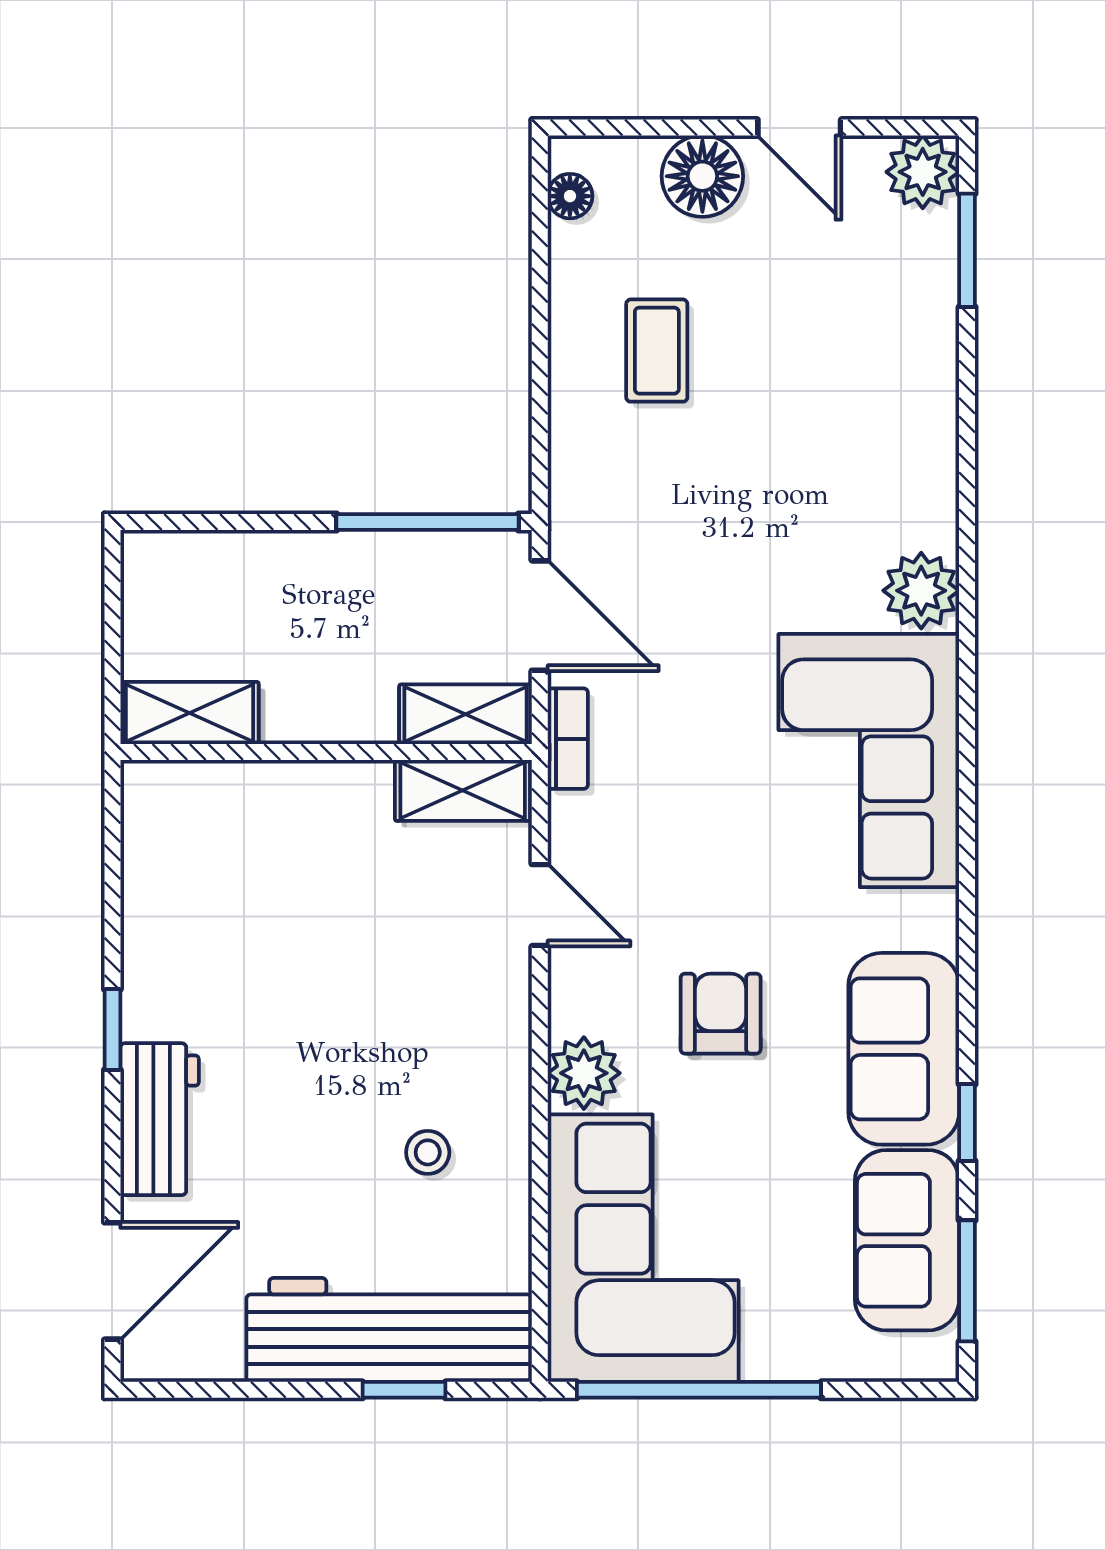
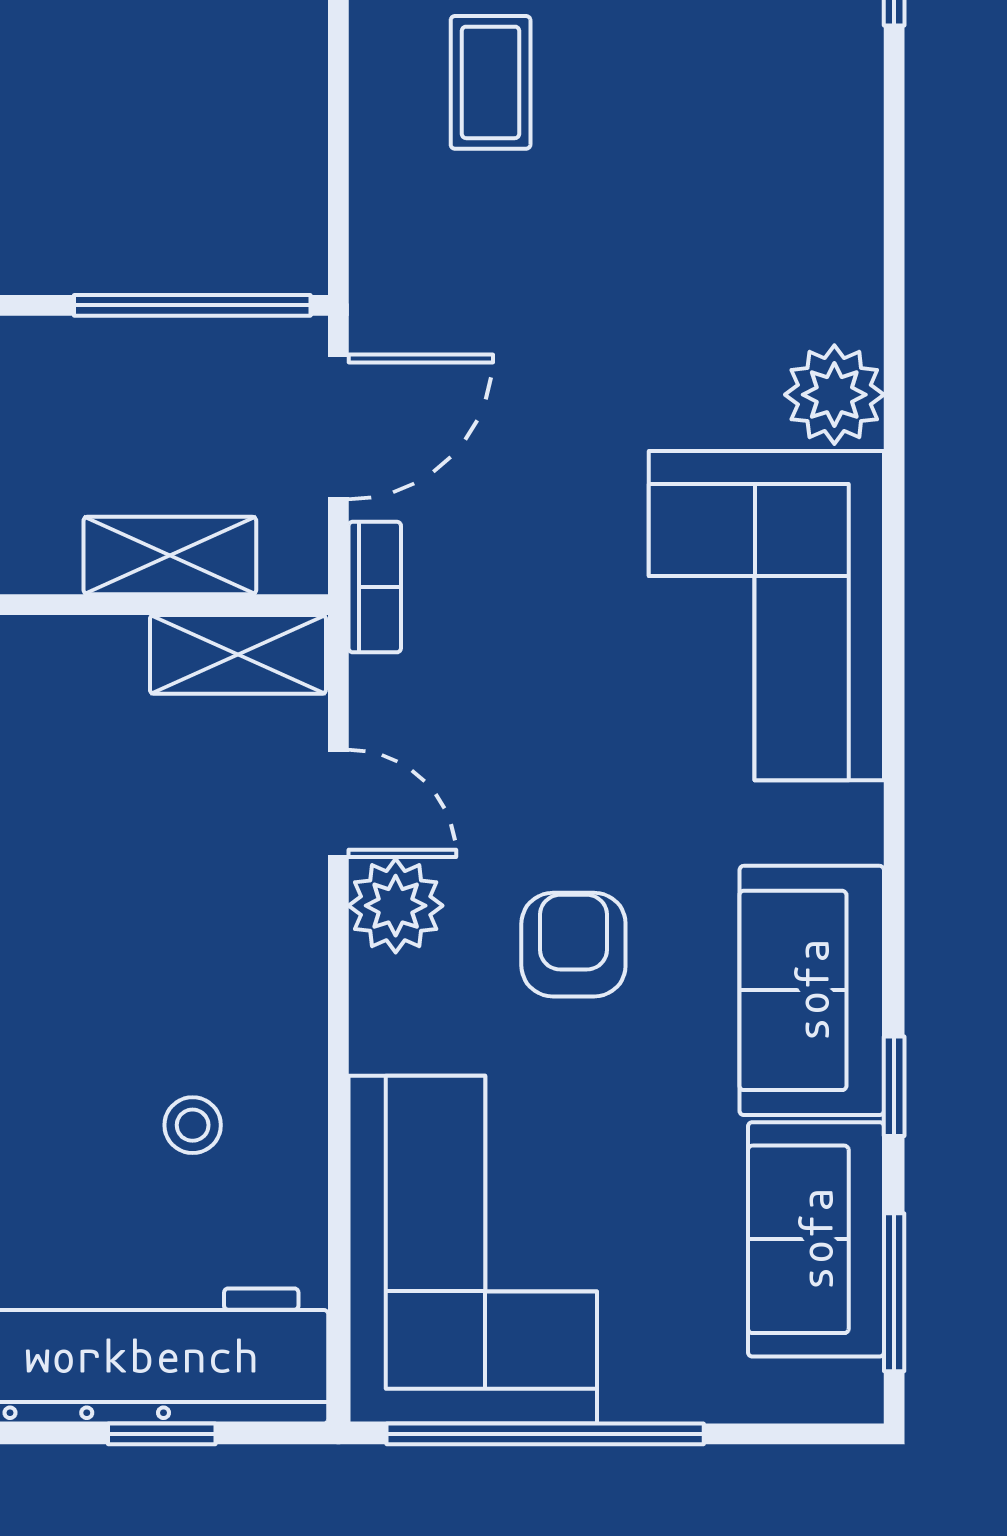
door: (540, 616) -> (338, 427), hinge flipped
shelving: (466, 714) -> (170, 555), moved
plant: (584, 1073) -> (396, 906), moved

